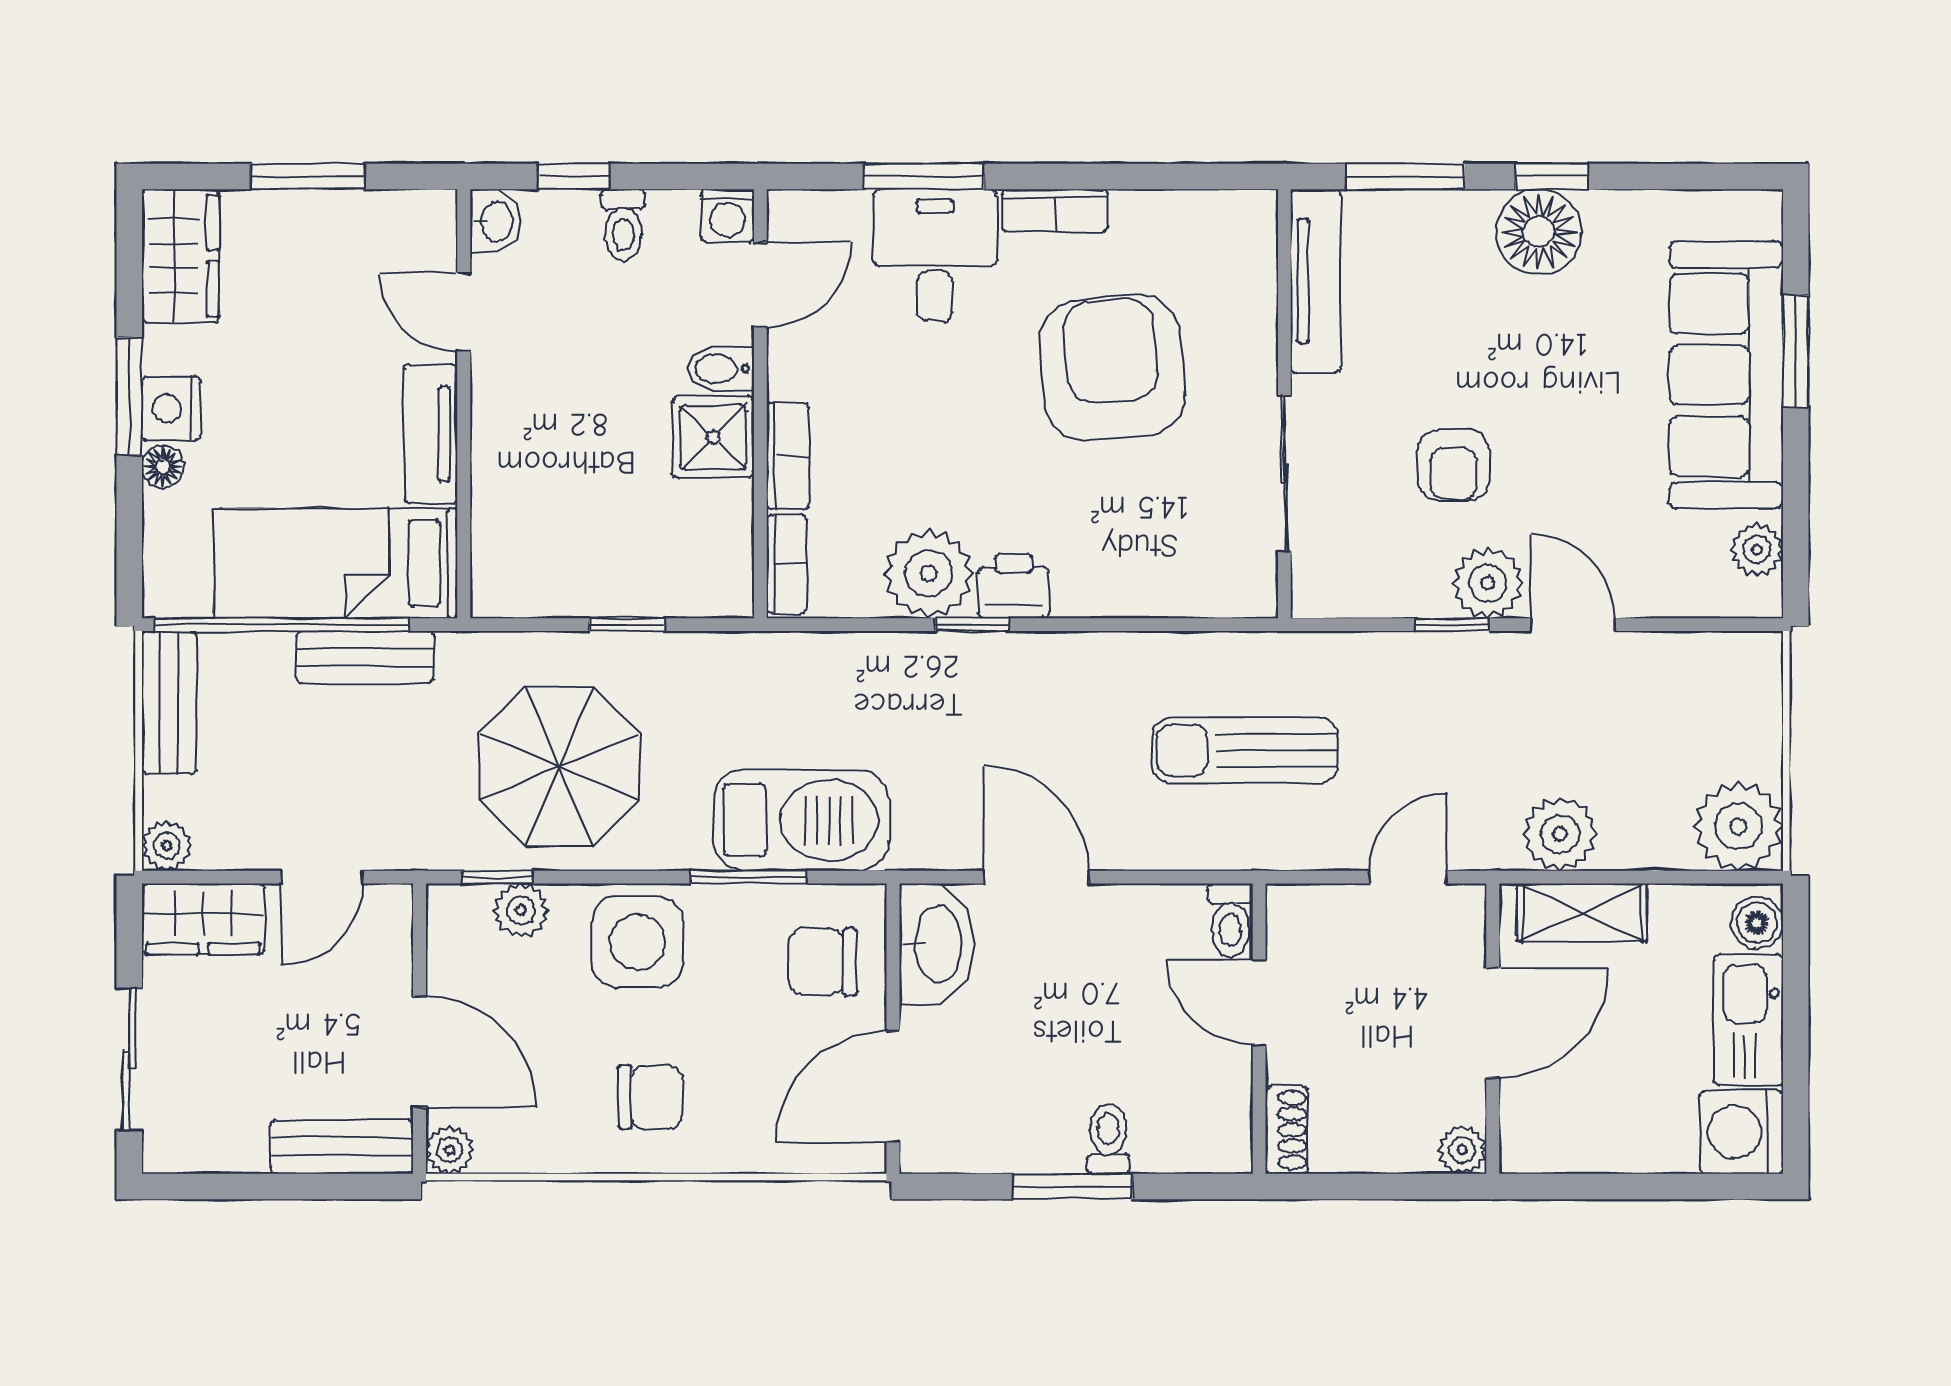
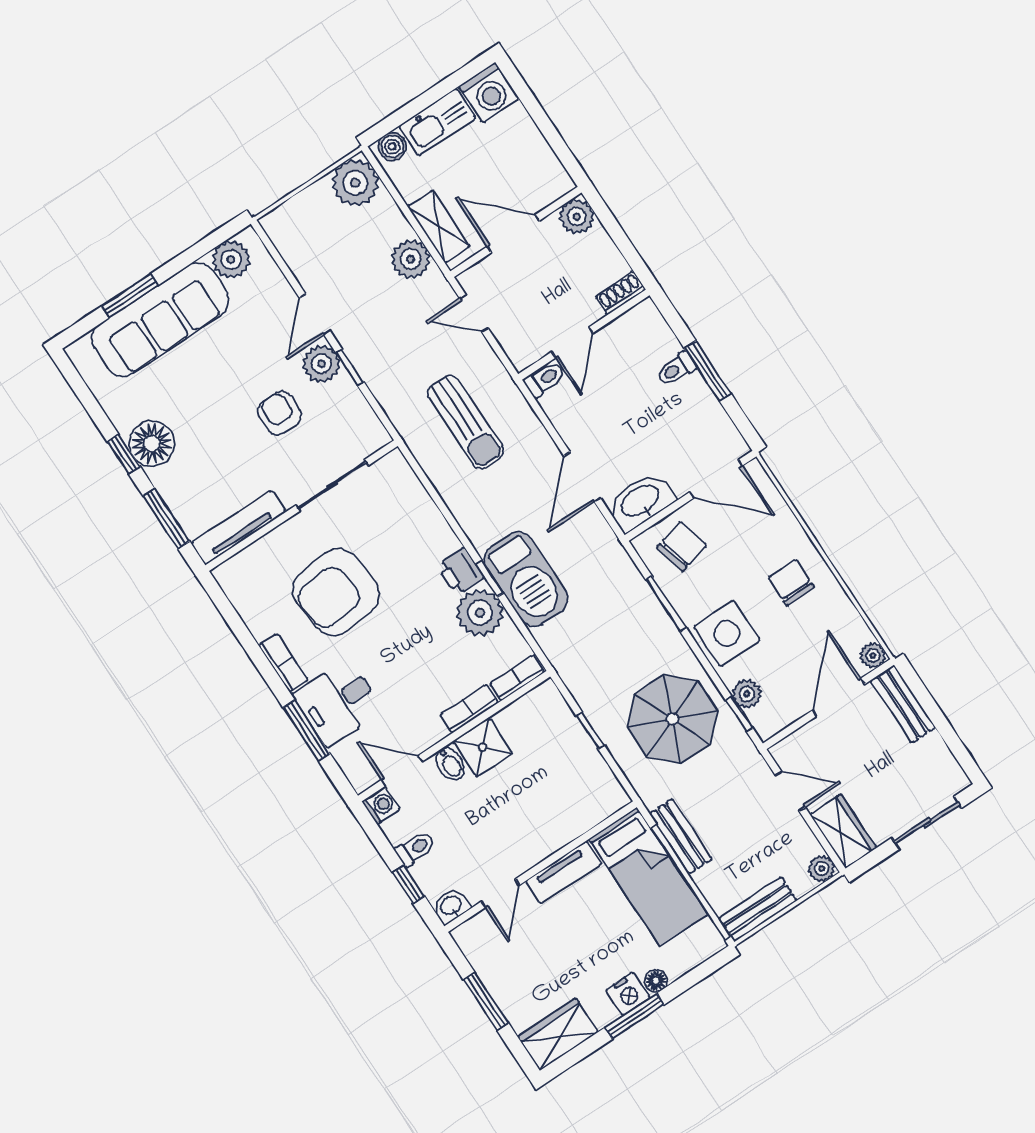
armchair: (1454, 465) -> (279, 413), turned -90
plant: (1757, 550) -> (231, 260), width x1.38, depth x1.38
barbecue: (801, 820) -> (526, 579), moved, turned 180
chair: (822, 962) -> (682, 546), turned -104
plant: (1462, 1150) -> (577, 217), width x1.38, depth x1.38

